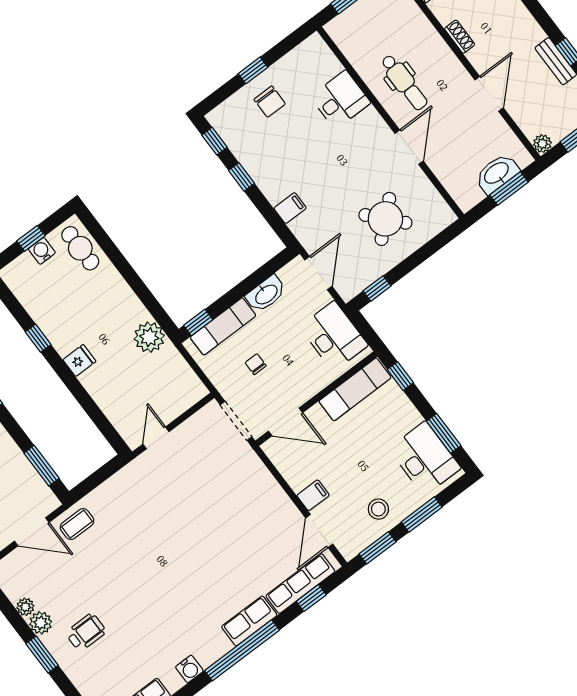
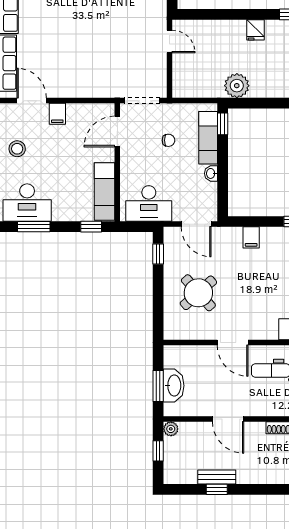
washbasin: (266, 294) -> (211, 173), width x0.52, depth x0.69

